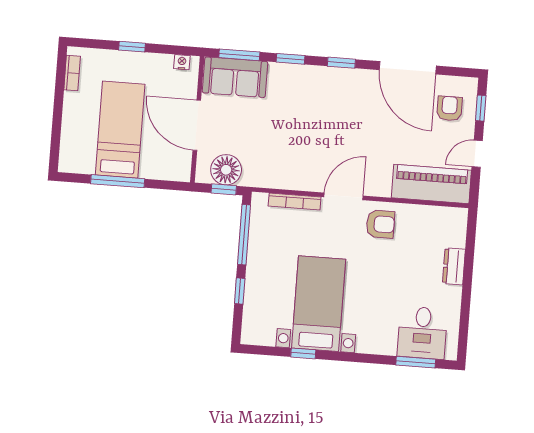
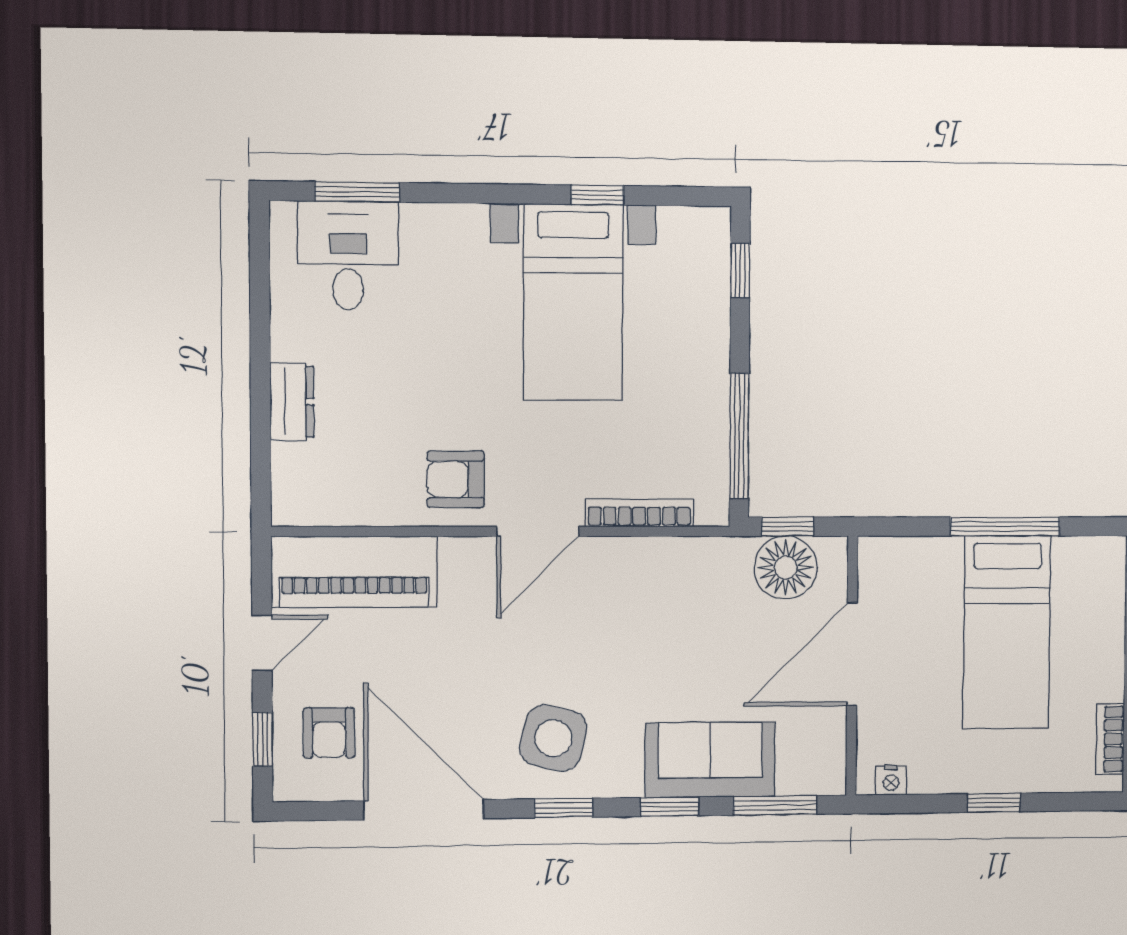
sofa: (235, 77) -> (710, 760), moved
side table: (344, 97) -> (553, 738), added
door: (197, 125) -> (852, 654), swing flipped
window: (240, 291) -> (740, 271), moved

